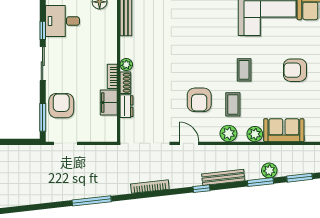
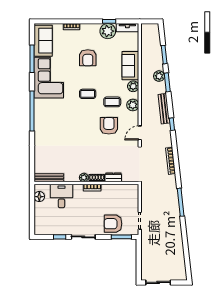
desk: (62, 21) -> (61, 196), moved, turned 180
armchair: (199, 100) -> (109, 126), turned -90
filing cabinet: (109, 103) -> (111, 190), removed

